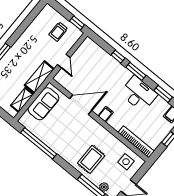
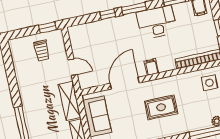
rug: (91, 159) -> (161, 107), moved, turned 90

